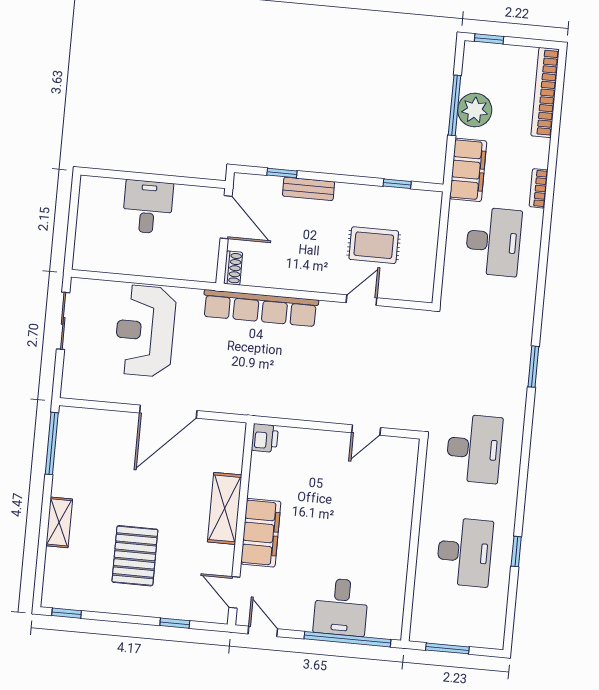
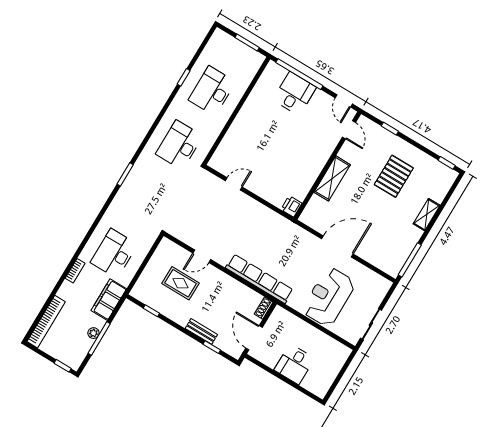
plant: (475, 110) -> (93, 333), width x0.53, depth x0.53
reception desk: (145, 331) -> (329, 297), turned 180
filing cabinet: (261, 533) -> (319, 155), removed

